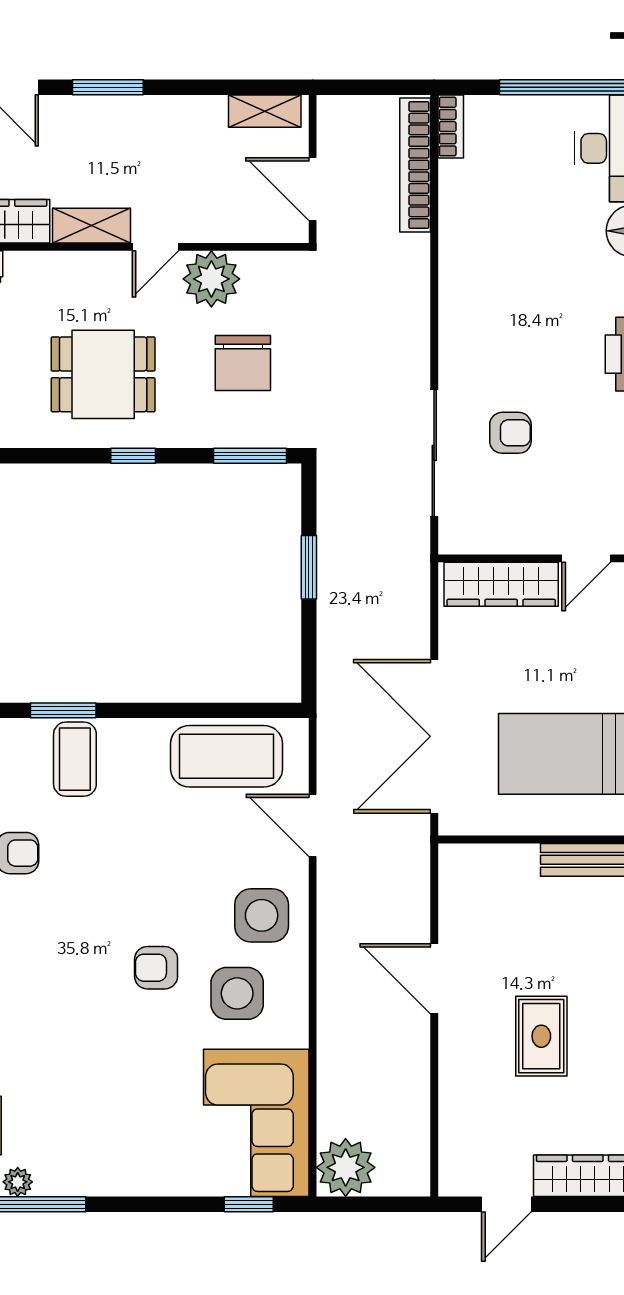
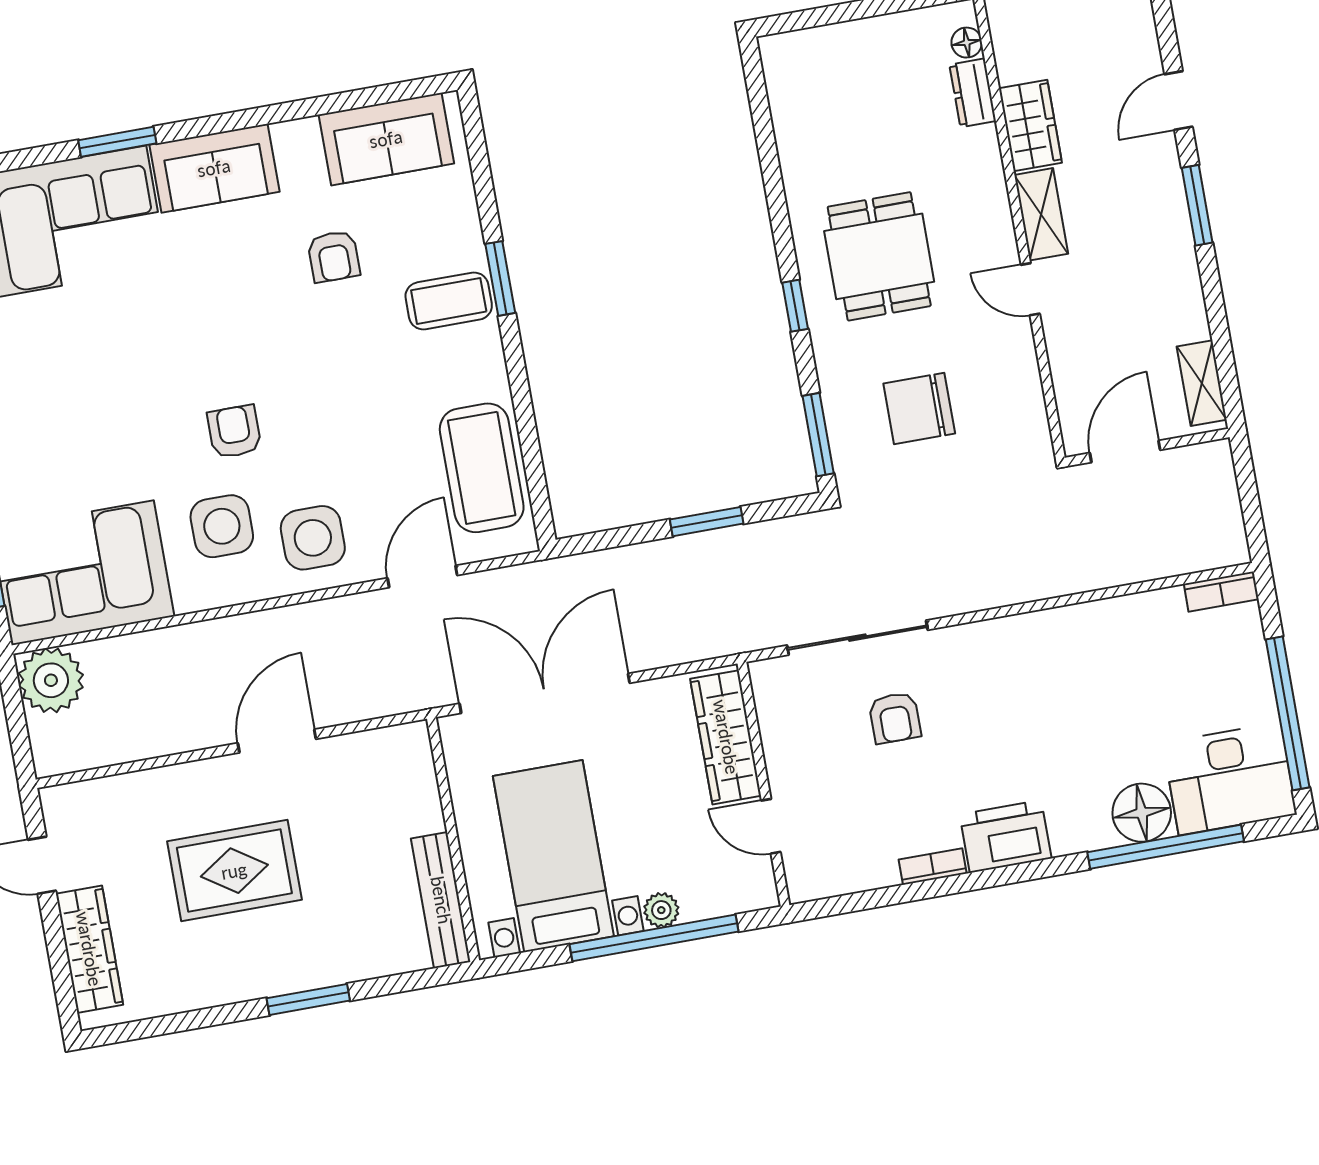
bookcase: (415, 165) -> (1172, 560), removed
plant: (211, 279) -> (1006, 357), removed
rug: (541, 1036) -> (234, 871), width x1.36, depth x1.43

